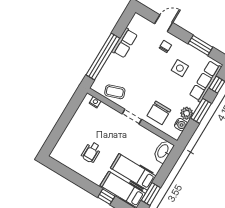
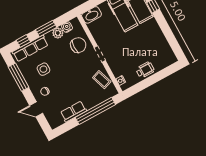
window: (200, 45) -> (18, 77), width x1.44
wheelchair: (91, 152) -> (145, 70), moved

